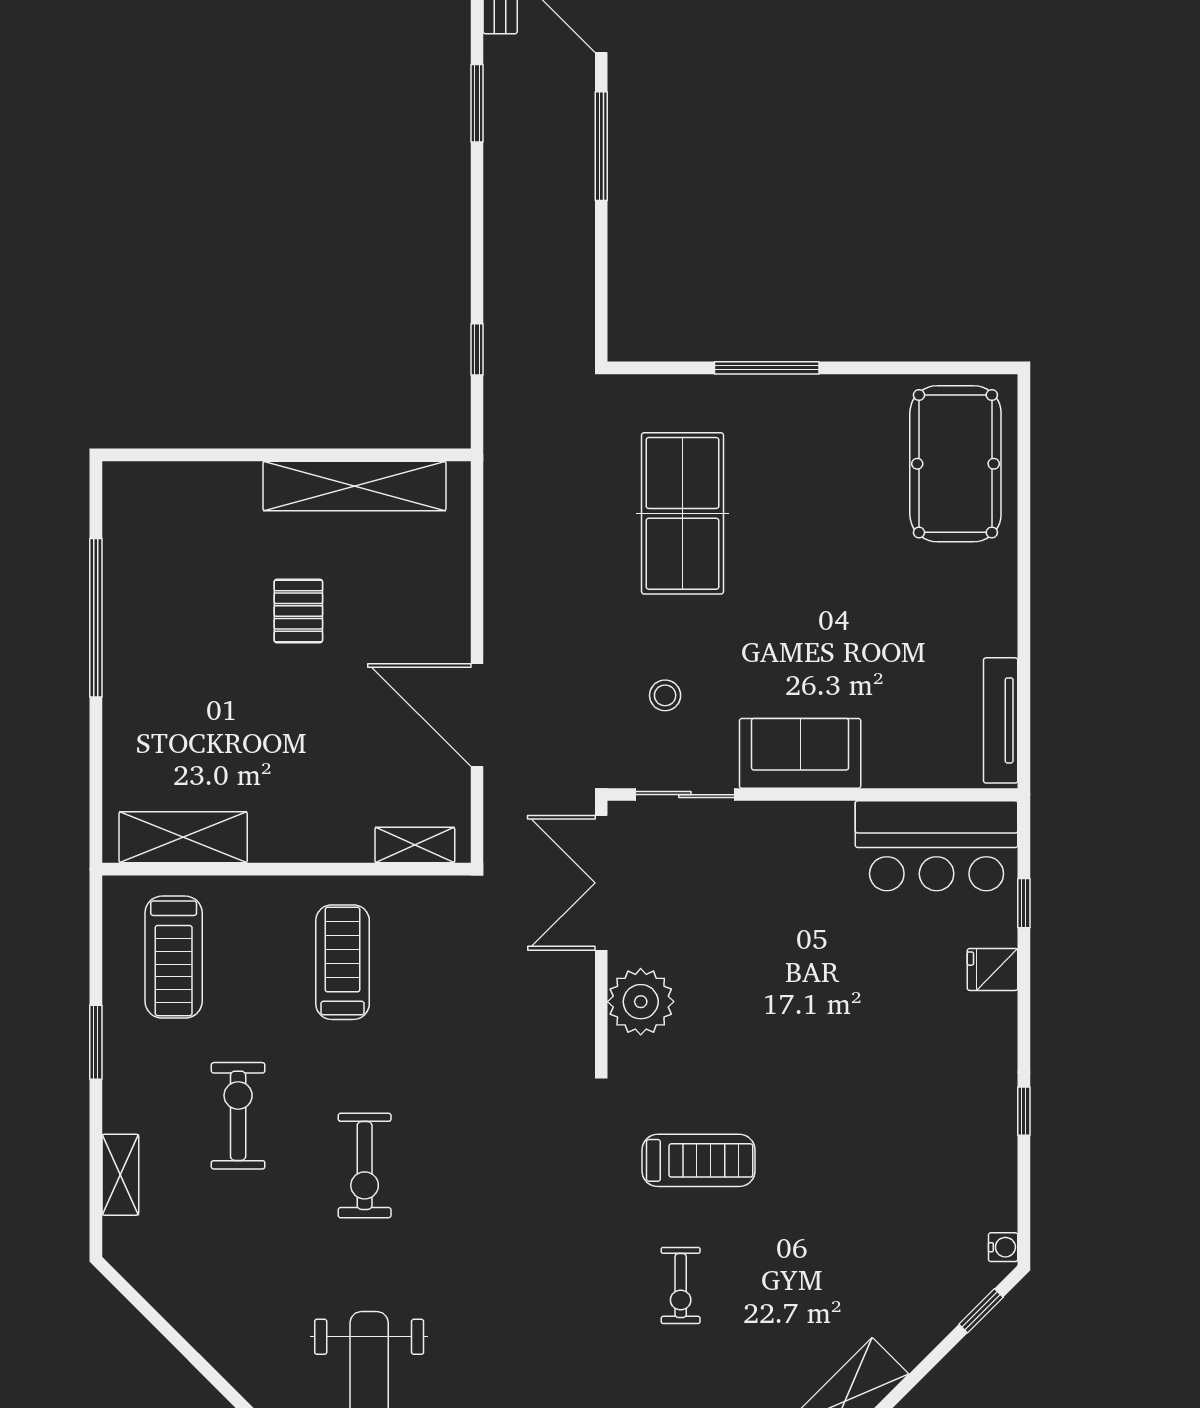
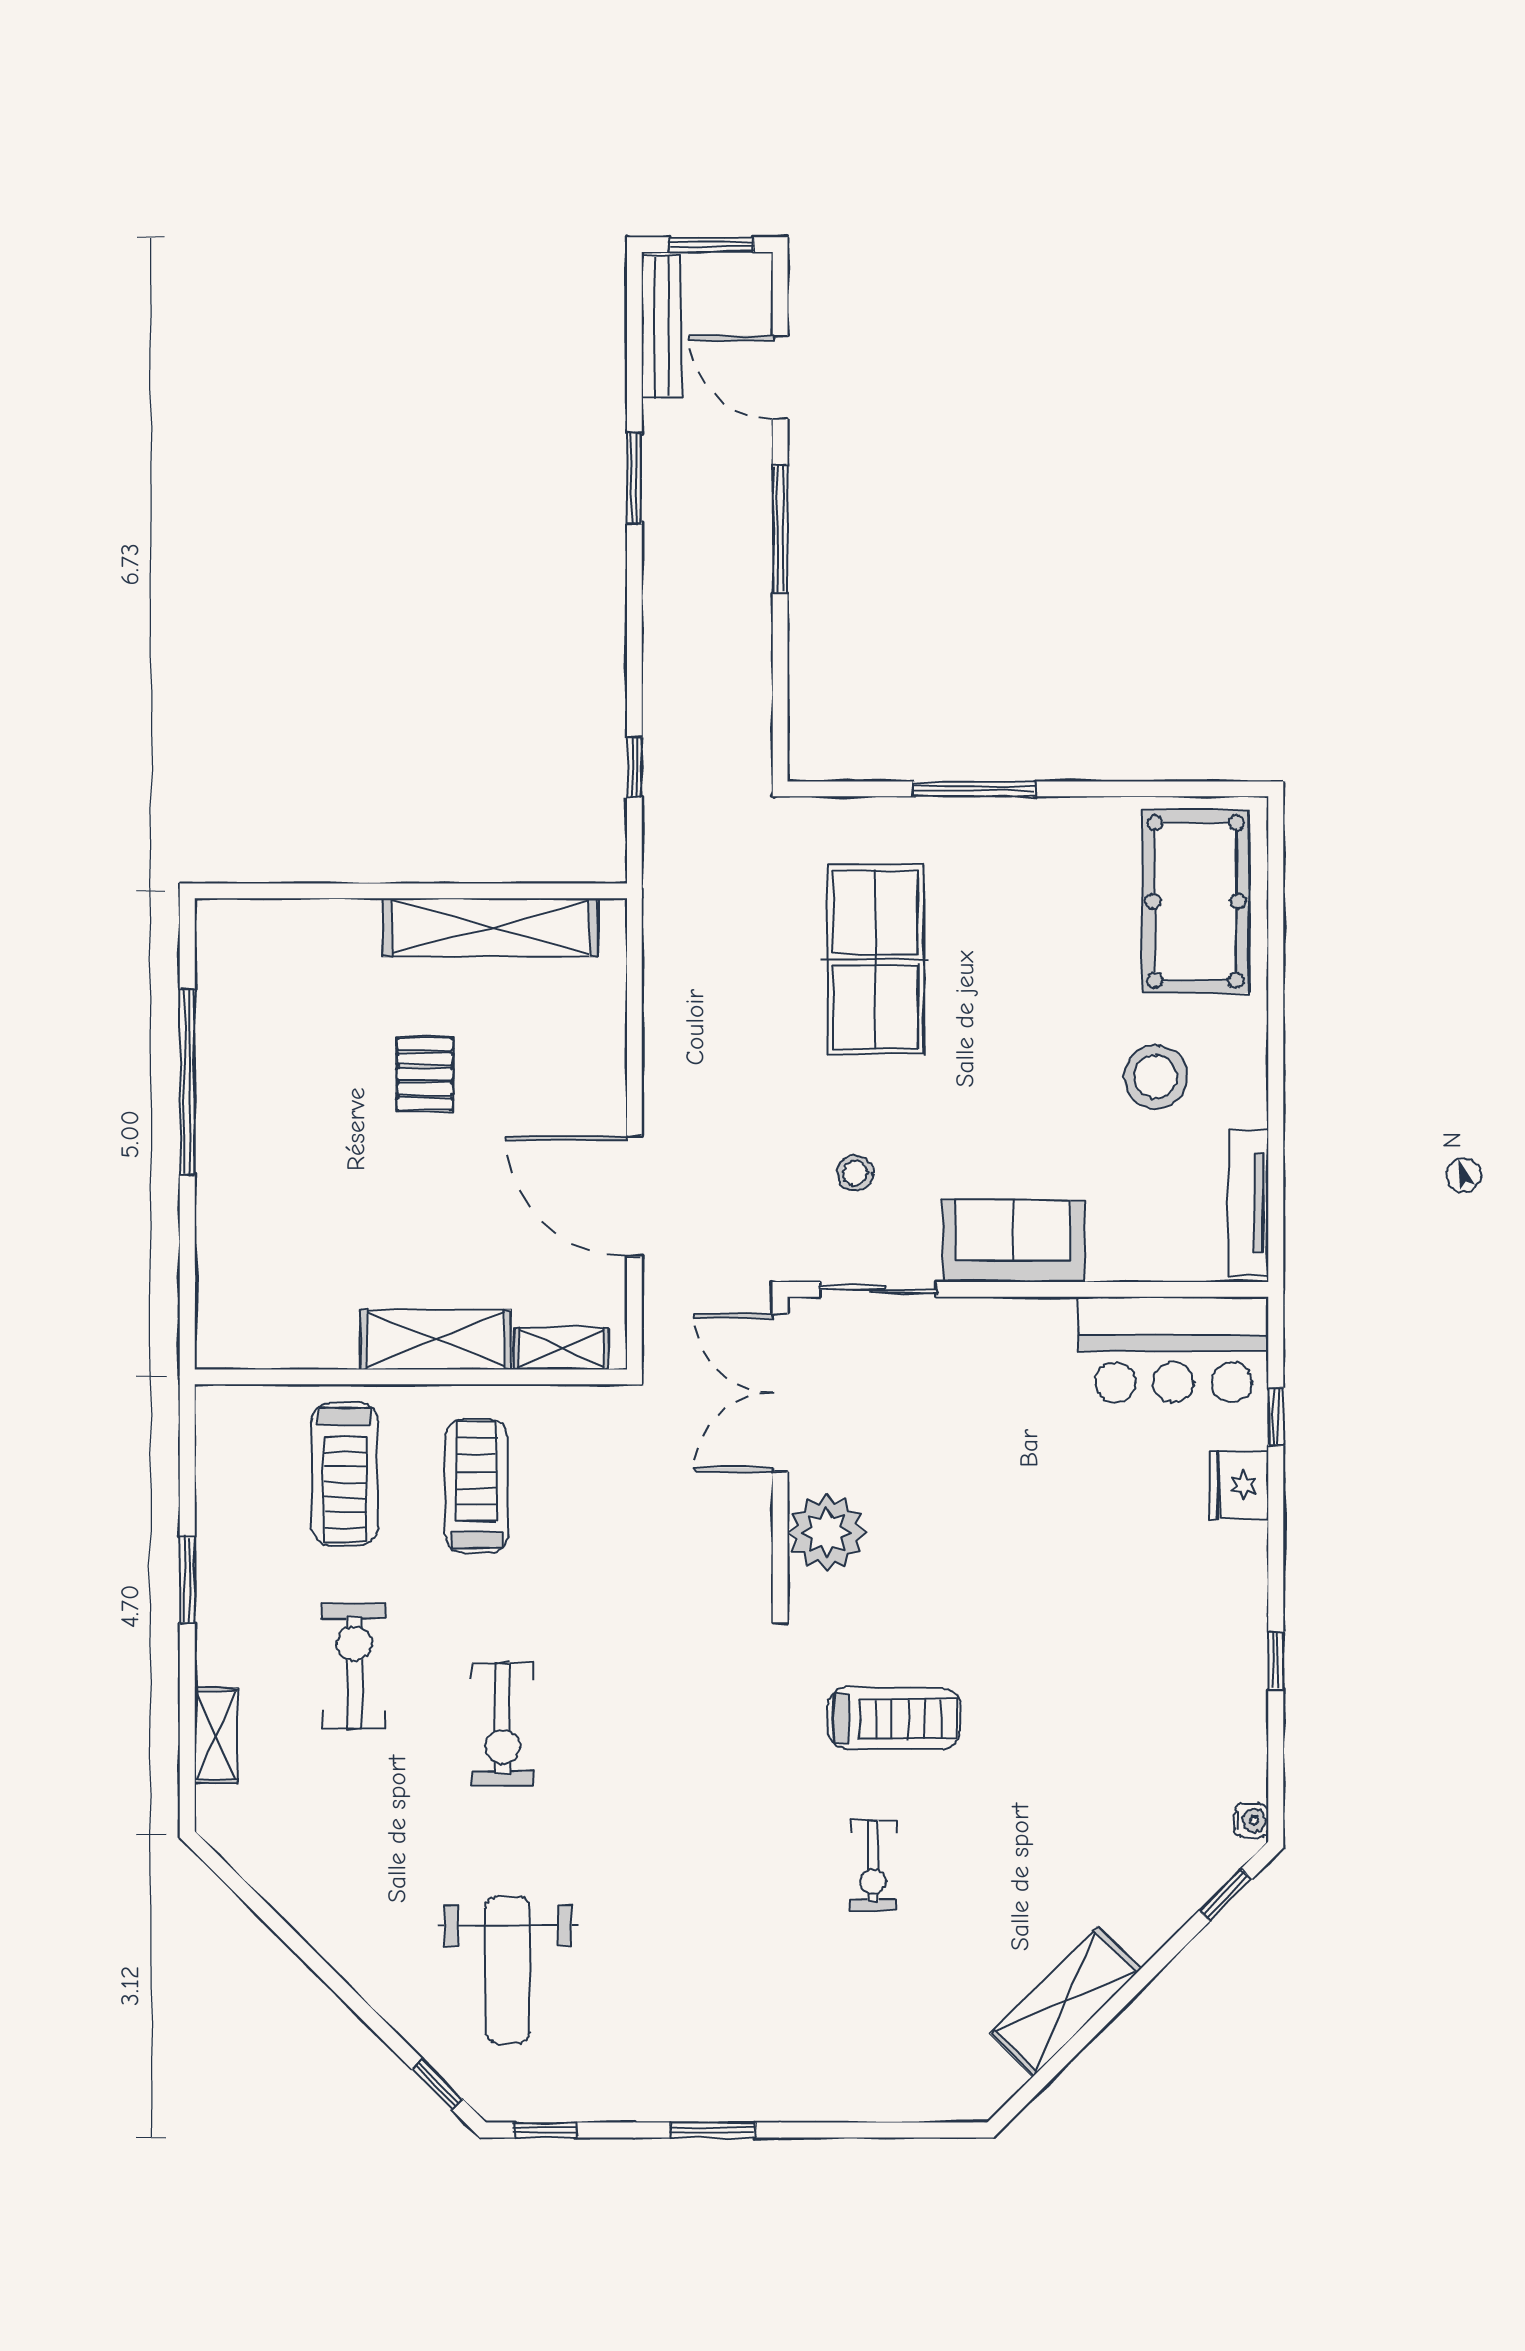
stool: (921, 613) -> (1156, 1077), added
shelving: (183, 837) -> (436, 1340), moved
treadmill: (174, 957) -> (345, 1474), moved
fridge: (993, 969) -> (1239, 1485), width x1.38

